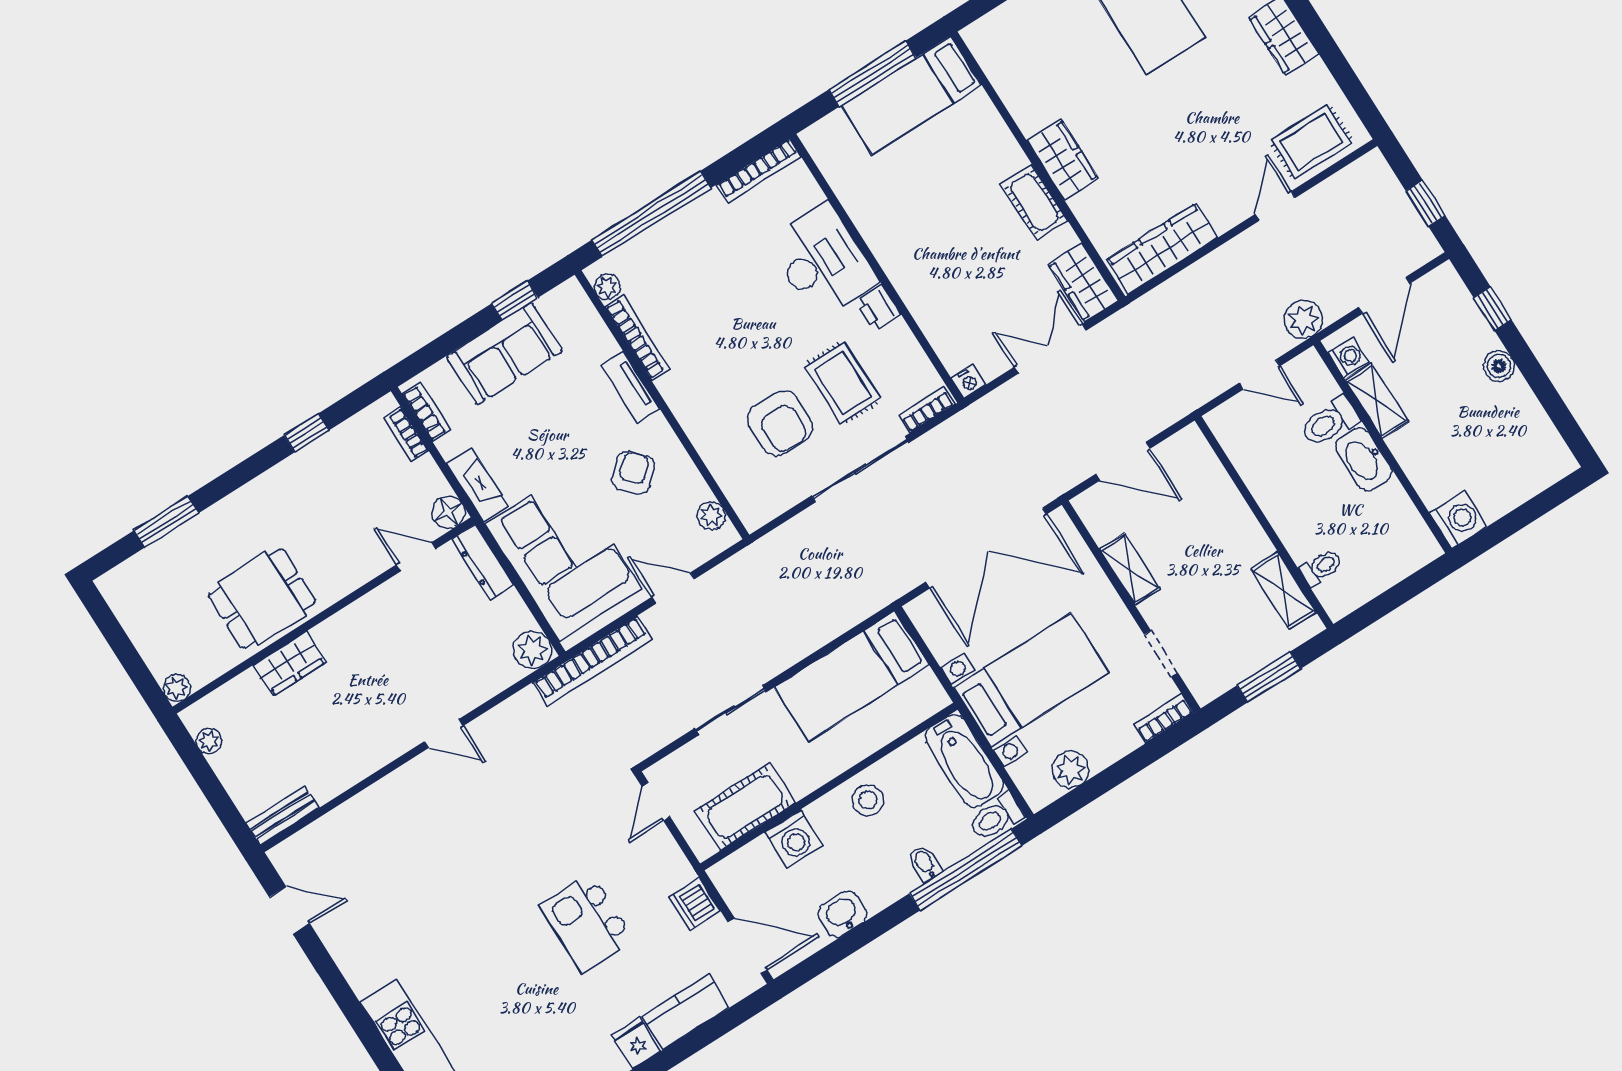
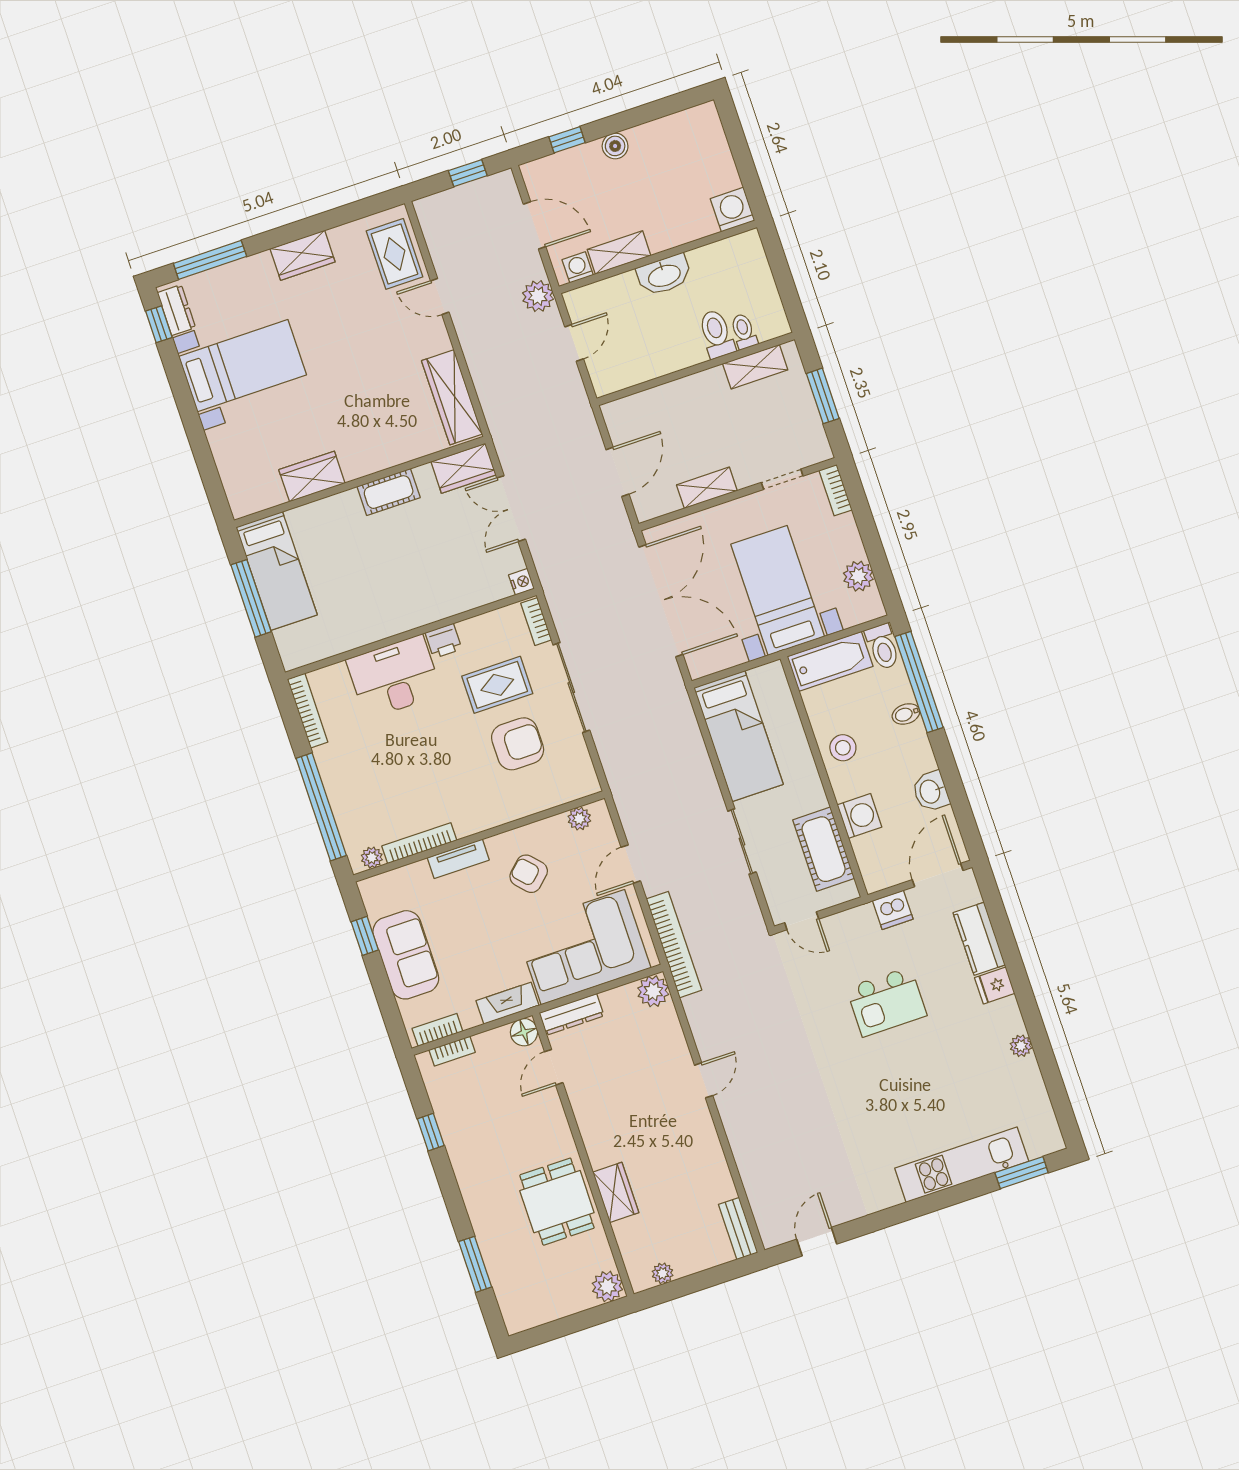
wardrobe: (1063, 160) -> (312, 477), moved
toilet: (1330, 422) -> (717, 334), moved, turned 180
plant: (177, 688) -> (607, 1286), width x1.38, depth x1.38

